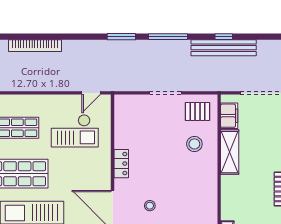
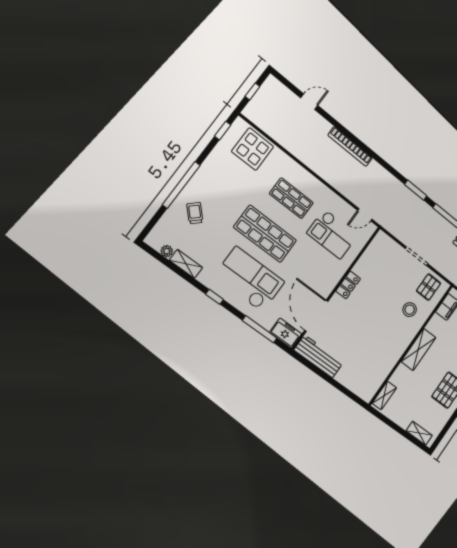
pallet: (198, 111) -> (429, 287), turned 90
shelving: (230, 152) -> (418, 350), moved
stool: (150, 206) -> (346, 333), removed

